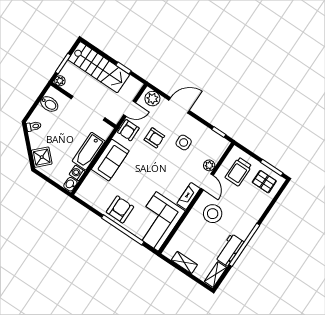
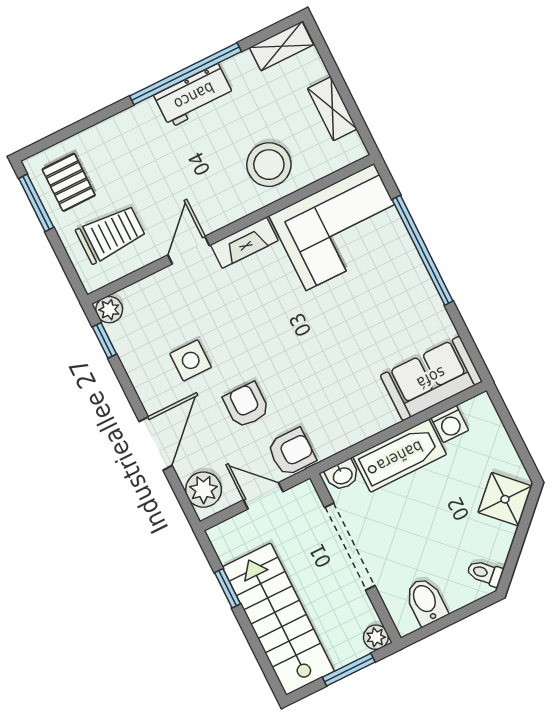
door: (179, 105) -> (156, 444), swing flipped
sofa: (110, 160) -> (431, 378), moved
plant: (209, 165) -> (109, 310), moved
washbasin: (70, 184) -> (342, 475), moved
armchair: (120, 209) -> (404, 296), removed
stool: (213, 214) -> (269, 165), moved
workbench: (229, 250) -> (194, 96), moved

